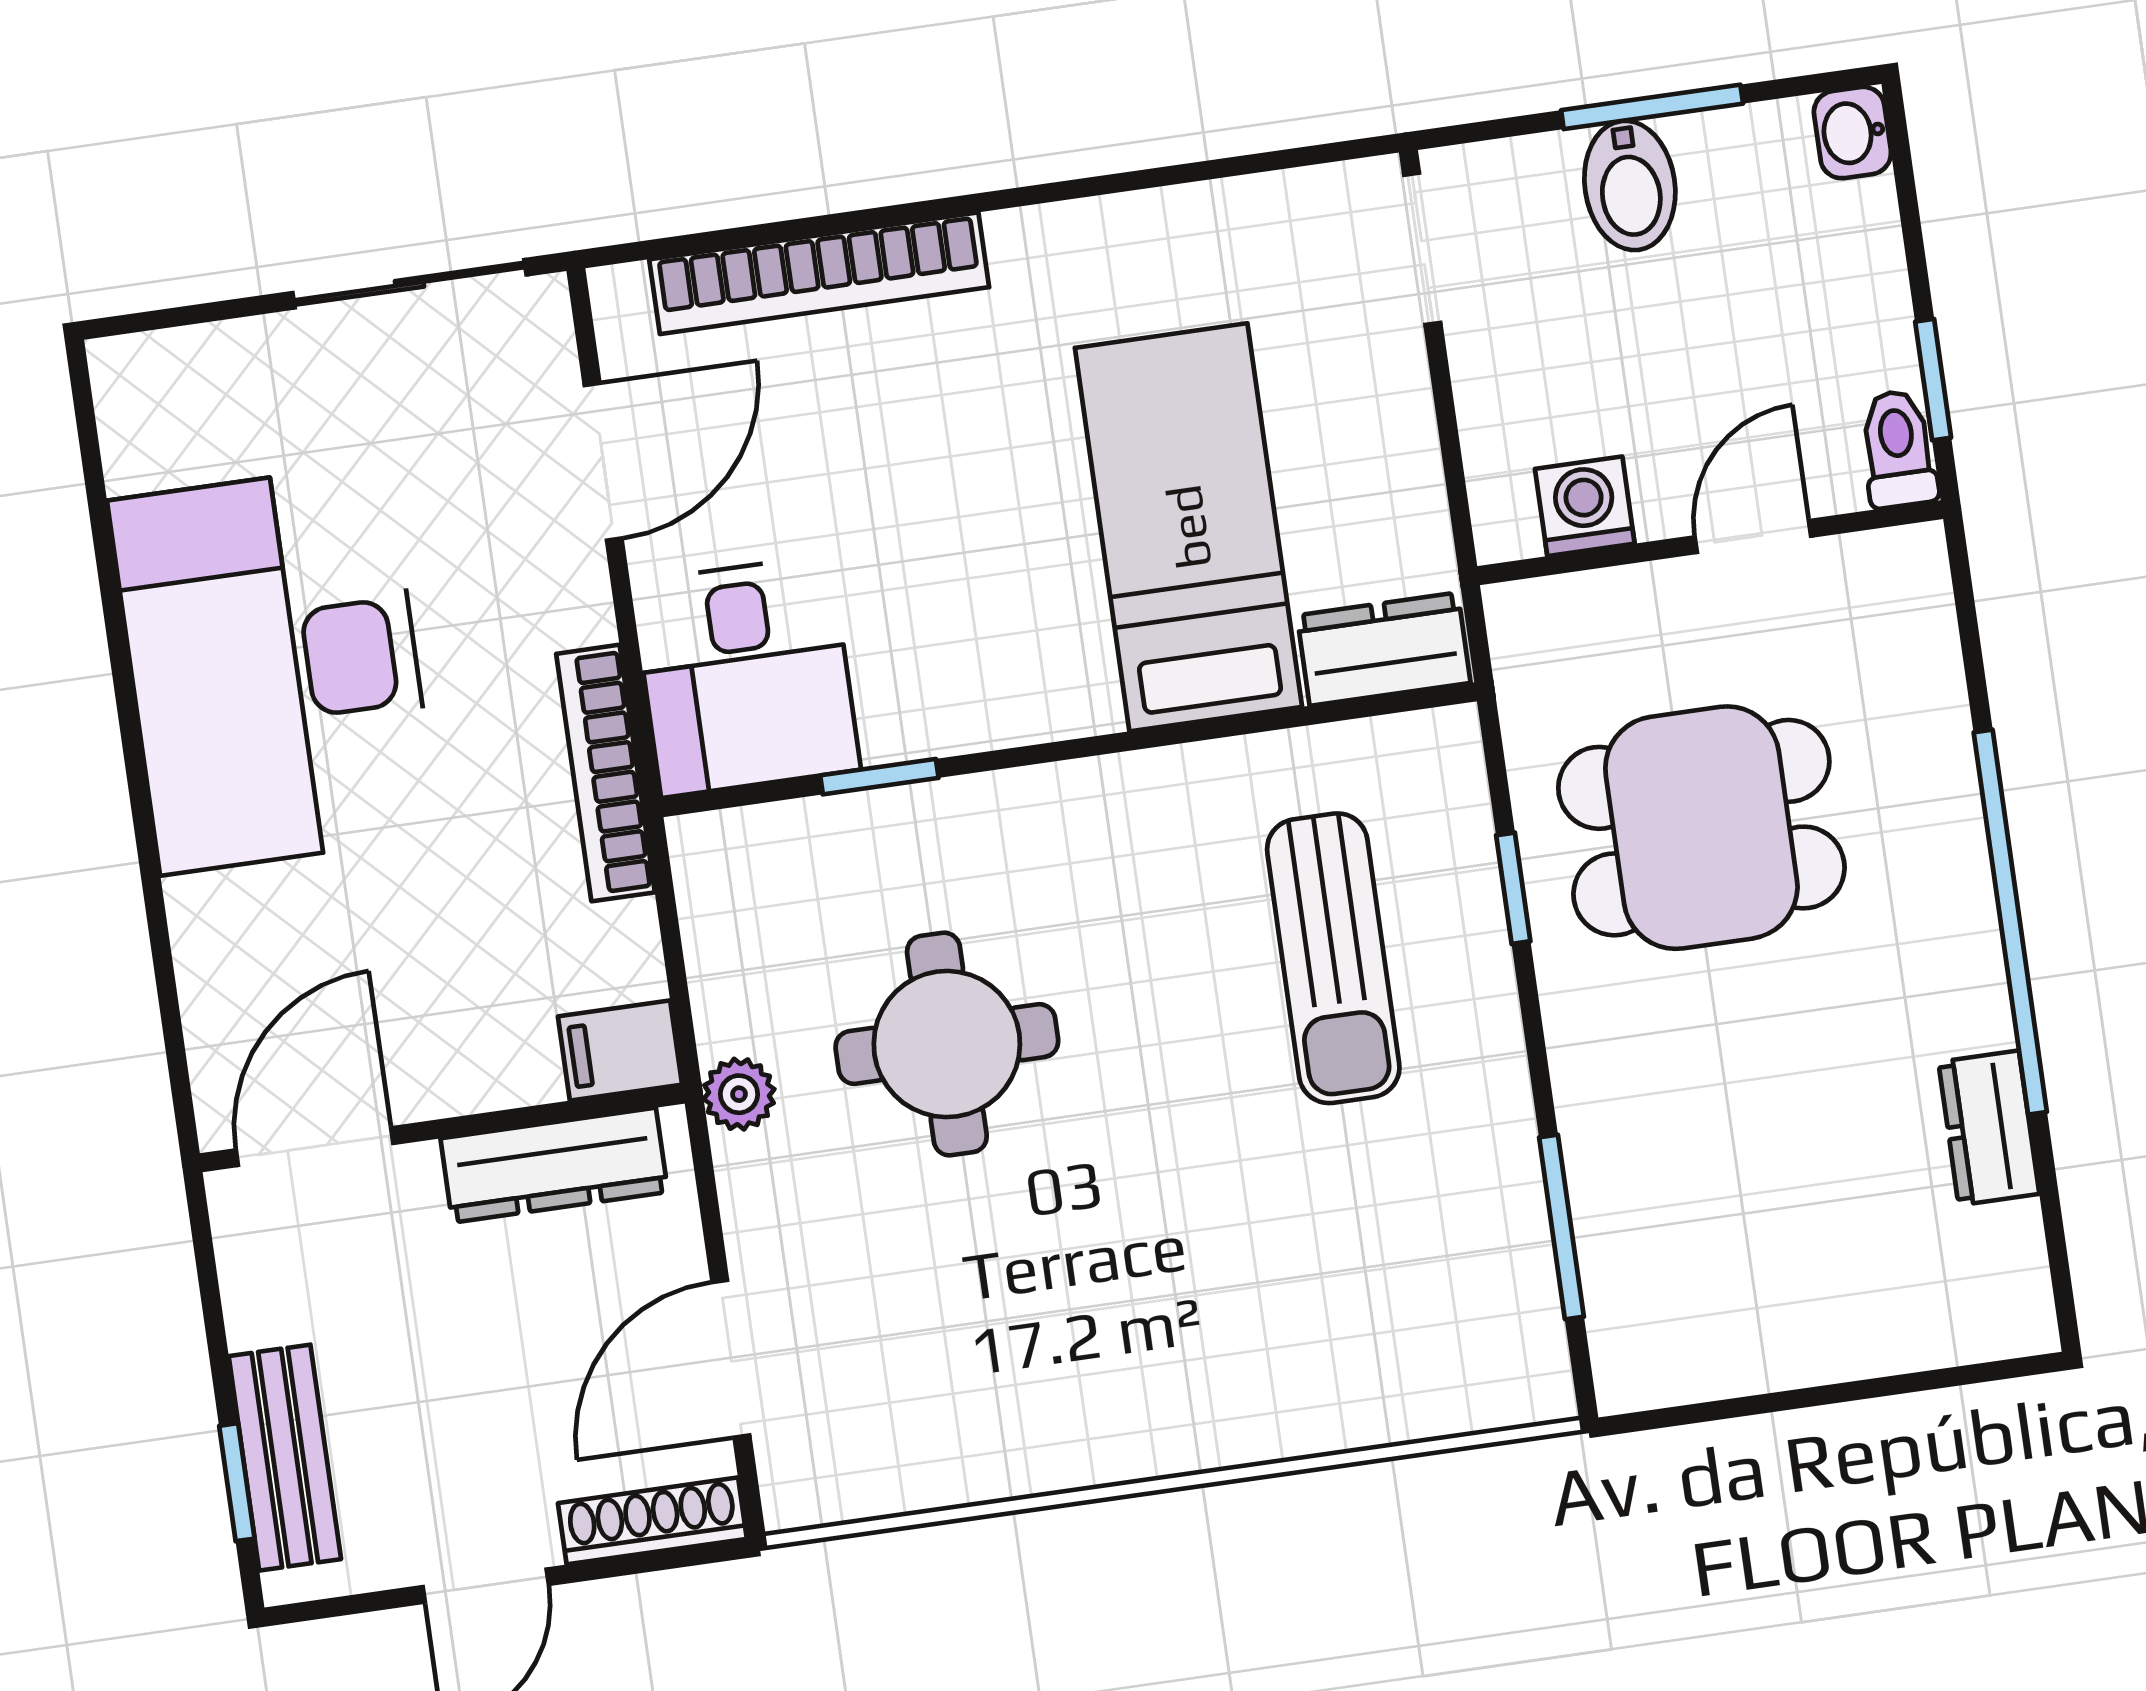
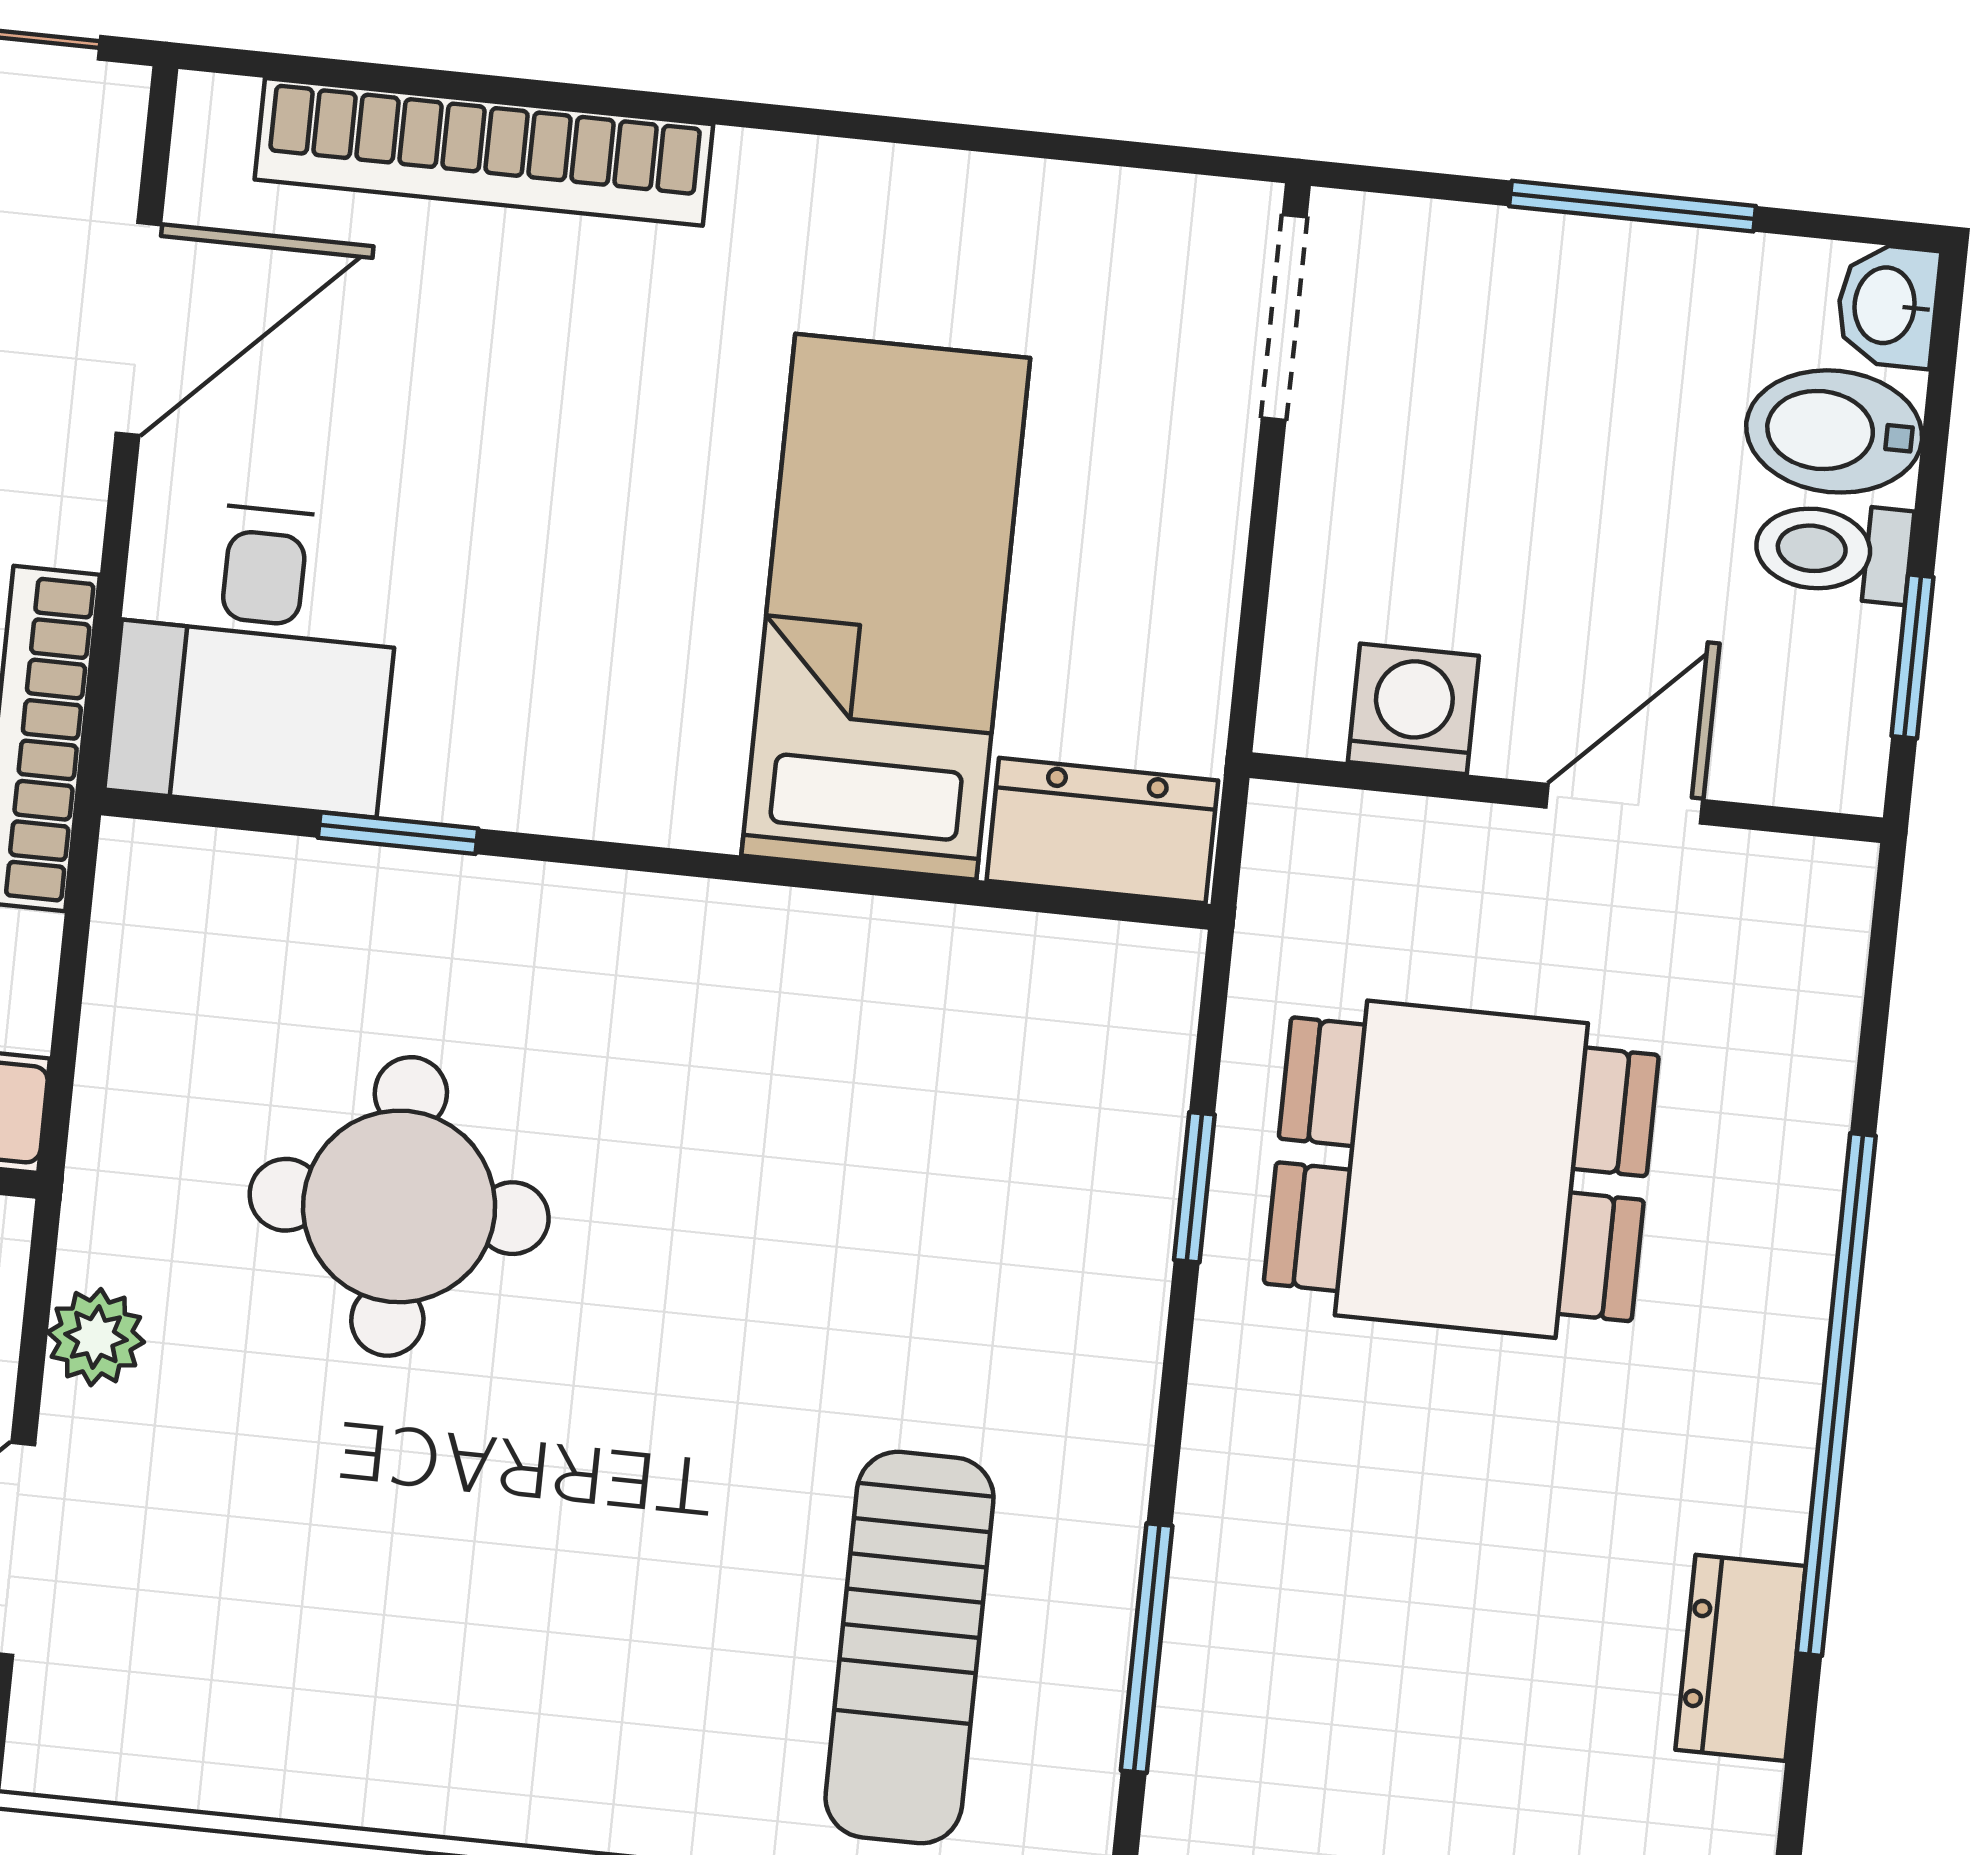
bidet: (1630, 185) -> (1834, 431), moved, turned 90
toilet: (1898, 449) -> (1833, 551), moved, turned -90
sun lounger: (1333, 958) -> (909, 1648), moved
plant: (739, 1094) -> (96, 1337), moved

